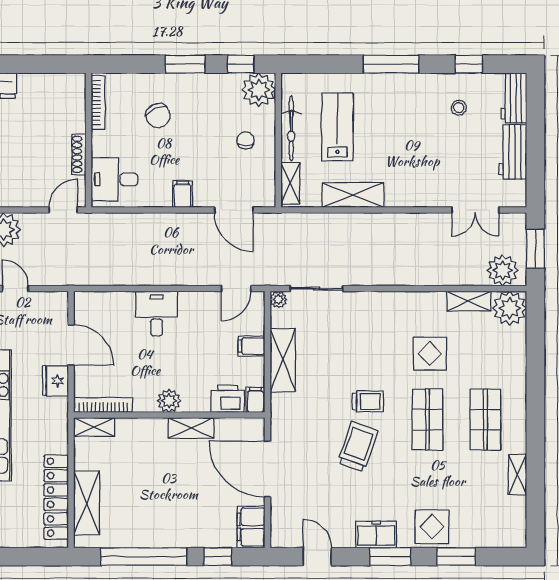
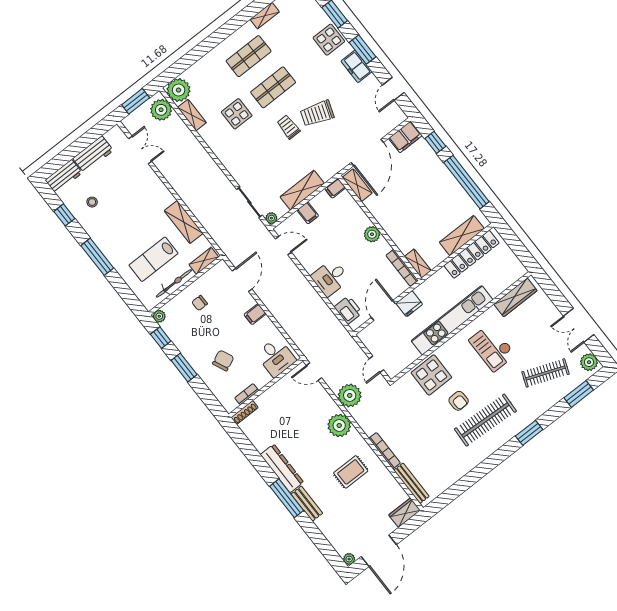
plant: (259, 90) -> (159, 316), width x0.53, depth x0.53
bookcase: (98, 102) -> (247, 394), width x0.64
shoe rack: (79, 154) -> (245, 412), moved
printer: (228, 399) -> (348, 310), moved, turned 180
shelving: (191, 428) -> (357, 185), moved

